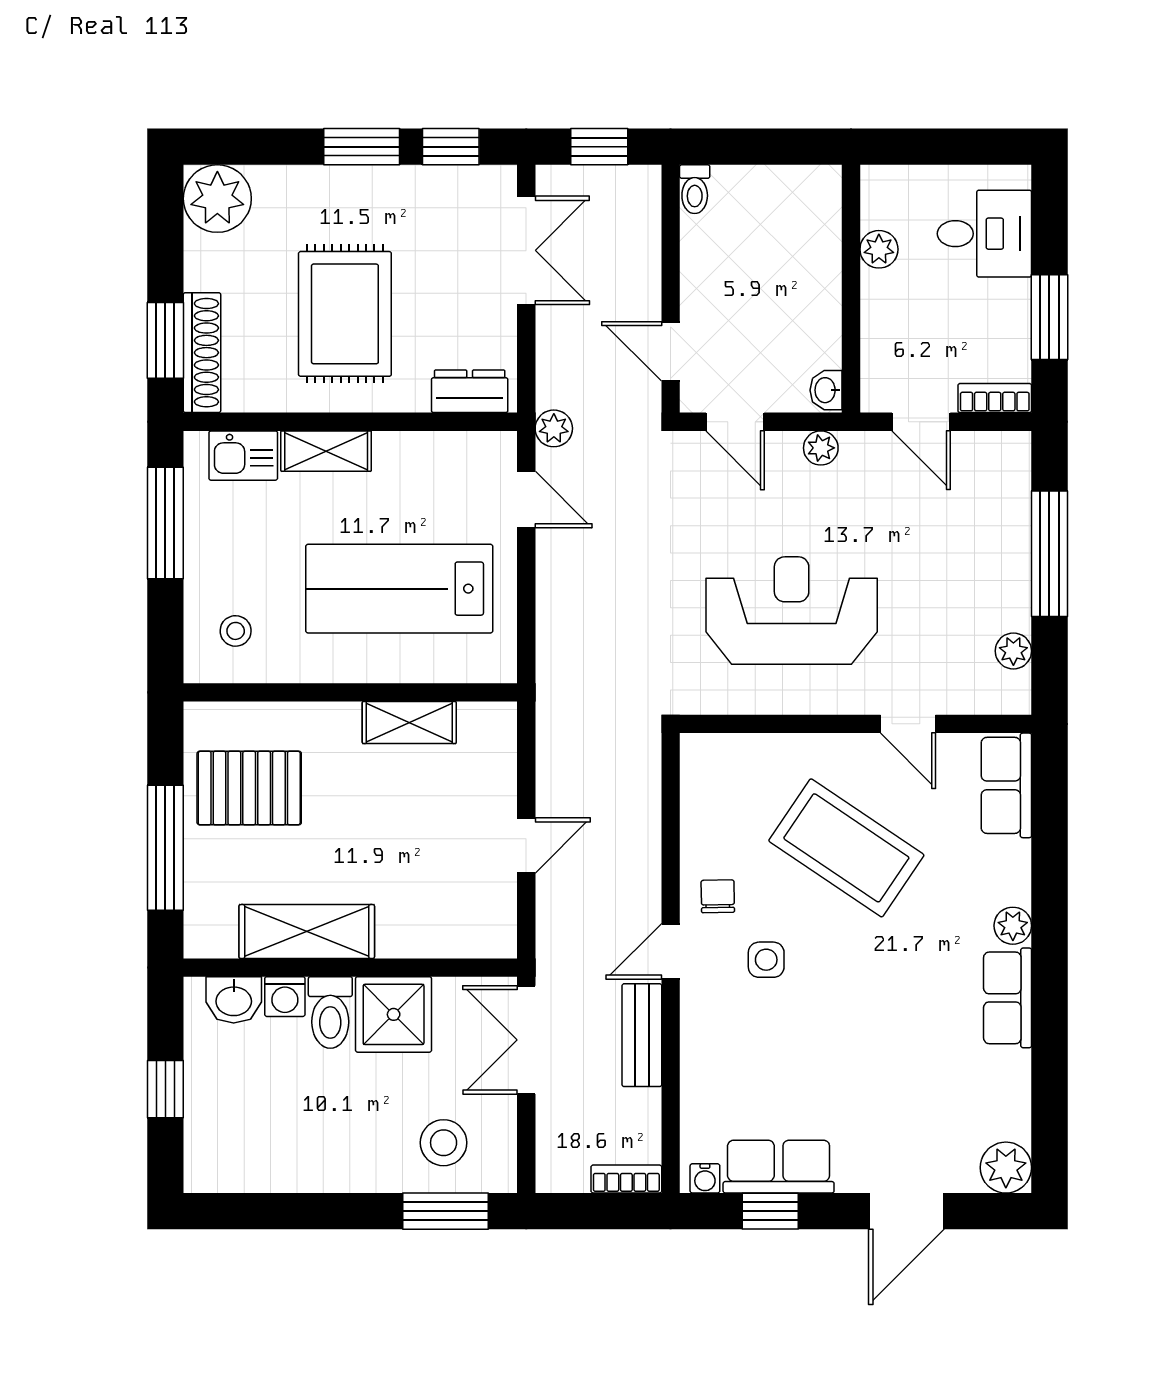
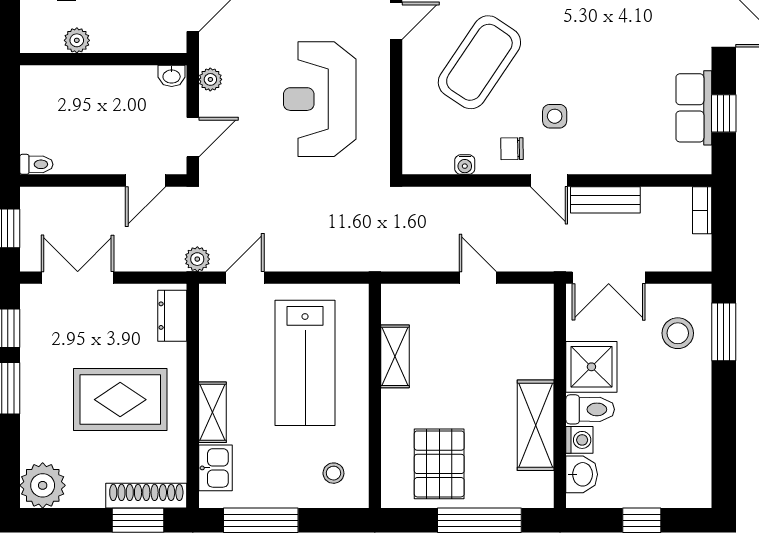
water cooler: (705, 1178) -> (465, 165), moved, turned 90

